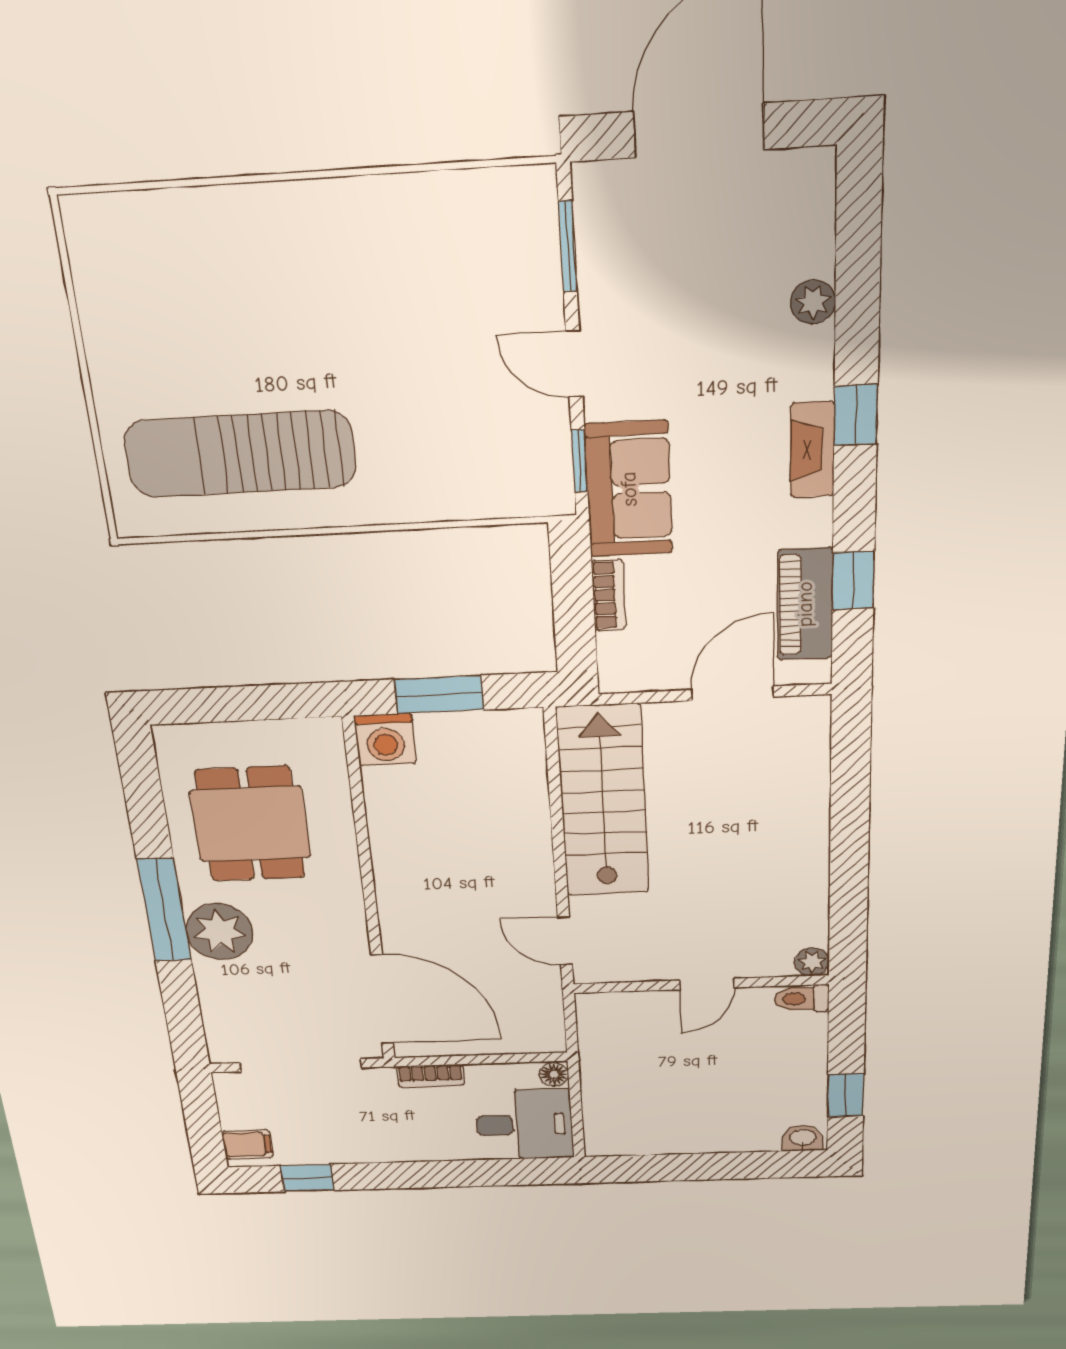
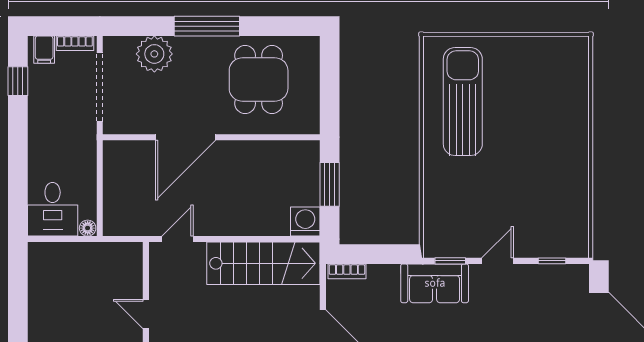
window: (568, 246) -> (552, 261), width x0.67
bookcase: (609, 595) -> (347, 271), moved
washing machine: (385, 740) -> (305, 221), moved, turned 90
dining table: (250, 824) -> (259, 79), turned 90
plant: (219, 932) -> (154, 54), moved
door: (382, 999) -> (186, 137), moved
bookcase: (430, 1076) -> (75, 43), moved, turned -90

